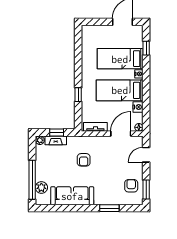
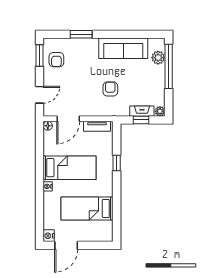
window: (146, 48) -> (40, 216), removed
bed: (120, 59) -> (87, 208), moved, turned 180
nightstand: (138, 107) -> (49, 236), moved

